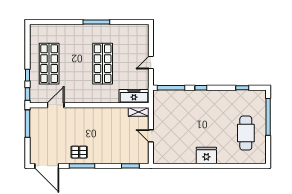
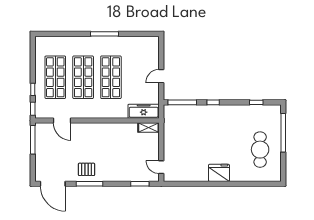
shop shelf: (76, 64) -> (83, 77), added
door: (56, 105) -> (62, 121), swing flipped
door: (151, 136) -> (161, 167), moved

